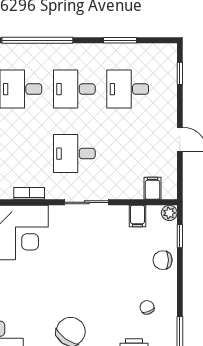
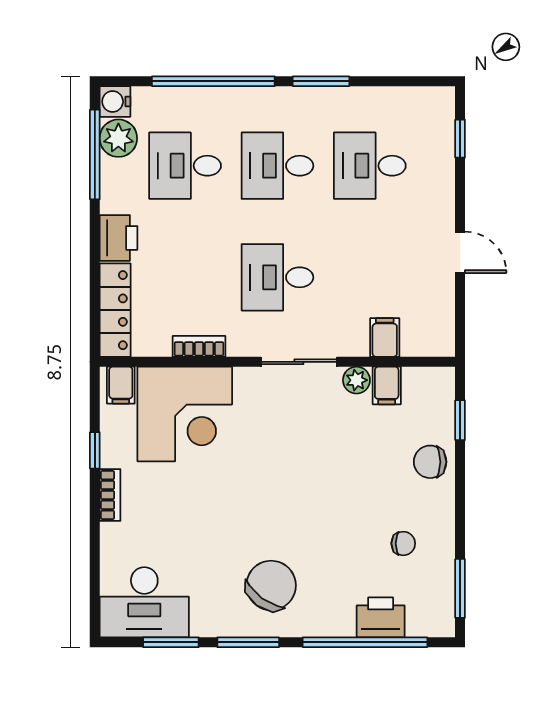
window: (120, 40) -> (321, 81), moved
filing cabinet: (153, 188) -> (385, 337), moved
plant: (169, 213) -> (356, 380), moved
chair: (147, 307) -> (403, 543), turned 110

